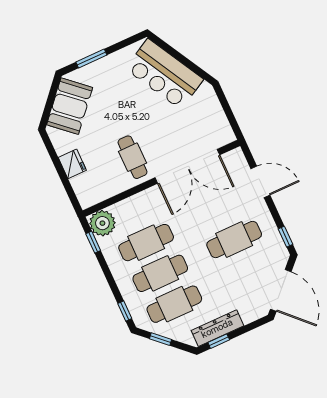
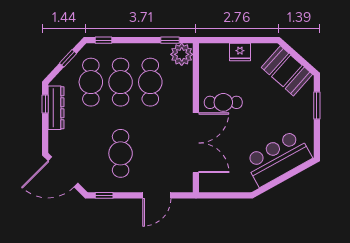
double door: (187, 166) -> (196, 143), swing flipped

